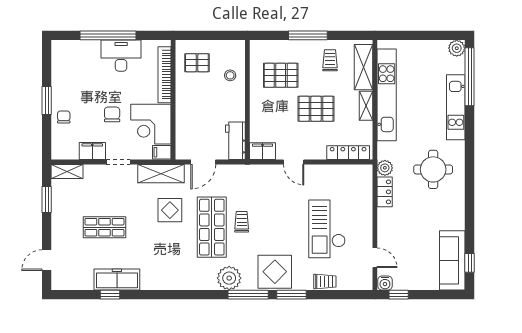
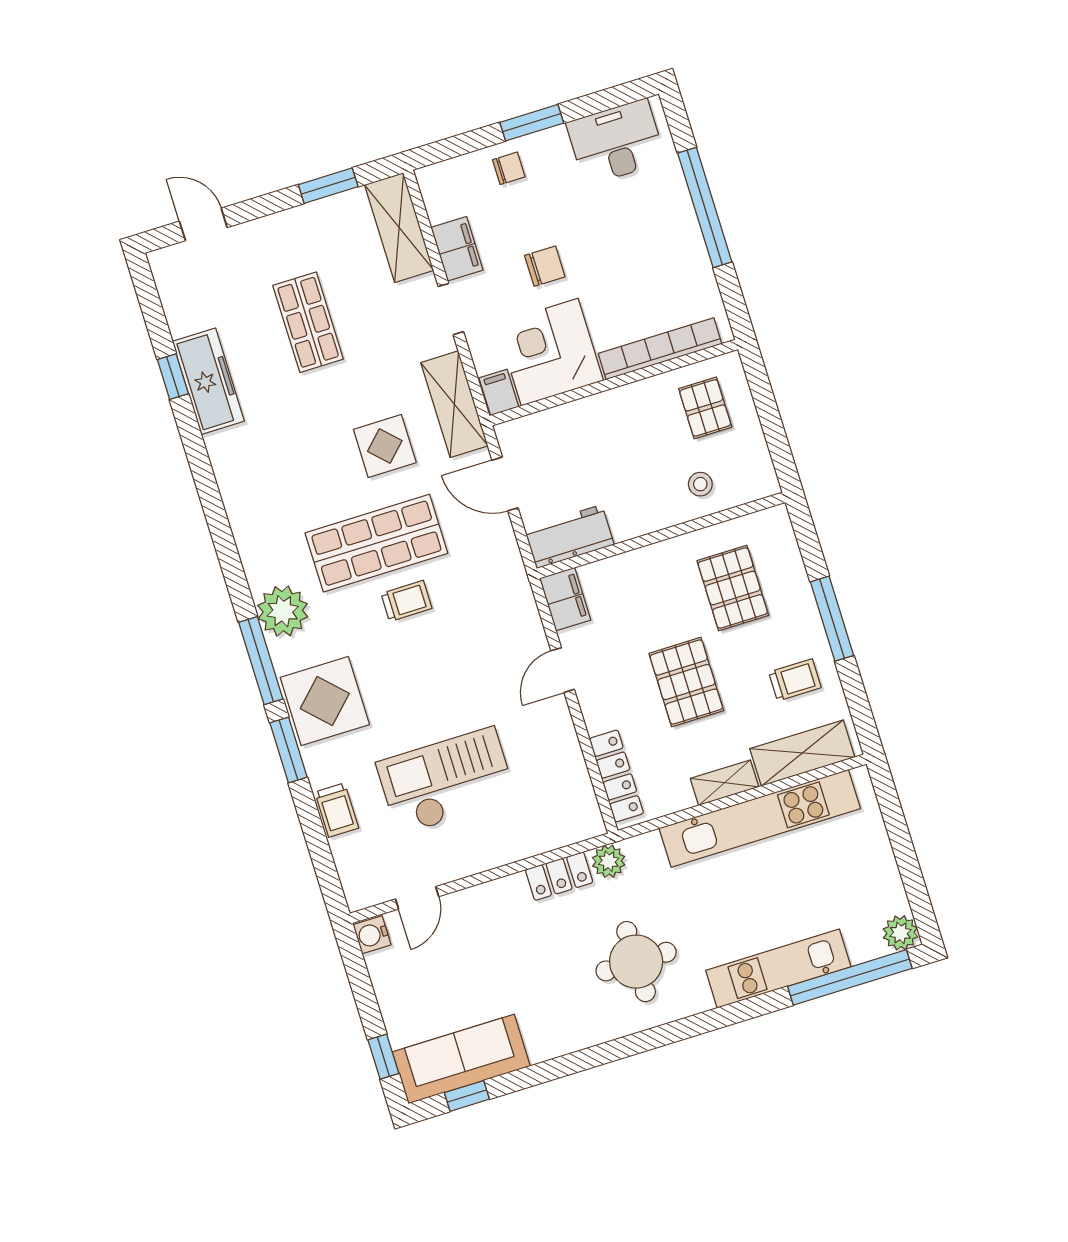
desk: (121, 56) -> (616, 142), moved, turned -90
shelving: (67, 171) -> (399, 228), width x1.50, depth x1.33
window: (399, 295) -> (383, 1057), moved

